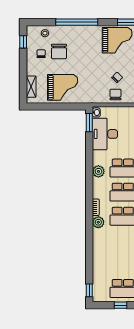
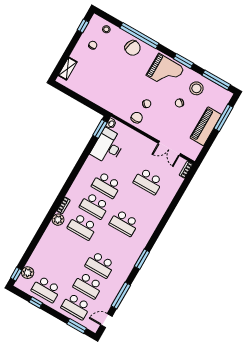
chair: (59, 51) -> (133, 48), moved, turned -70
grand piano: (63, 87) -> (95, 85), removed
plant: (98, 171) -> (28, 273), moved

